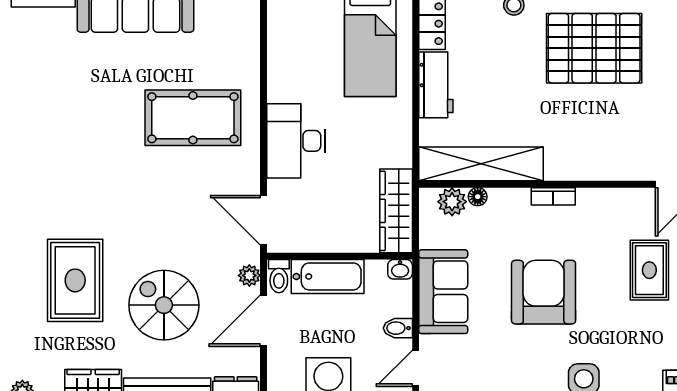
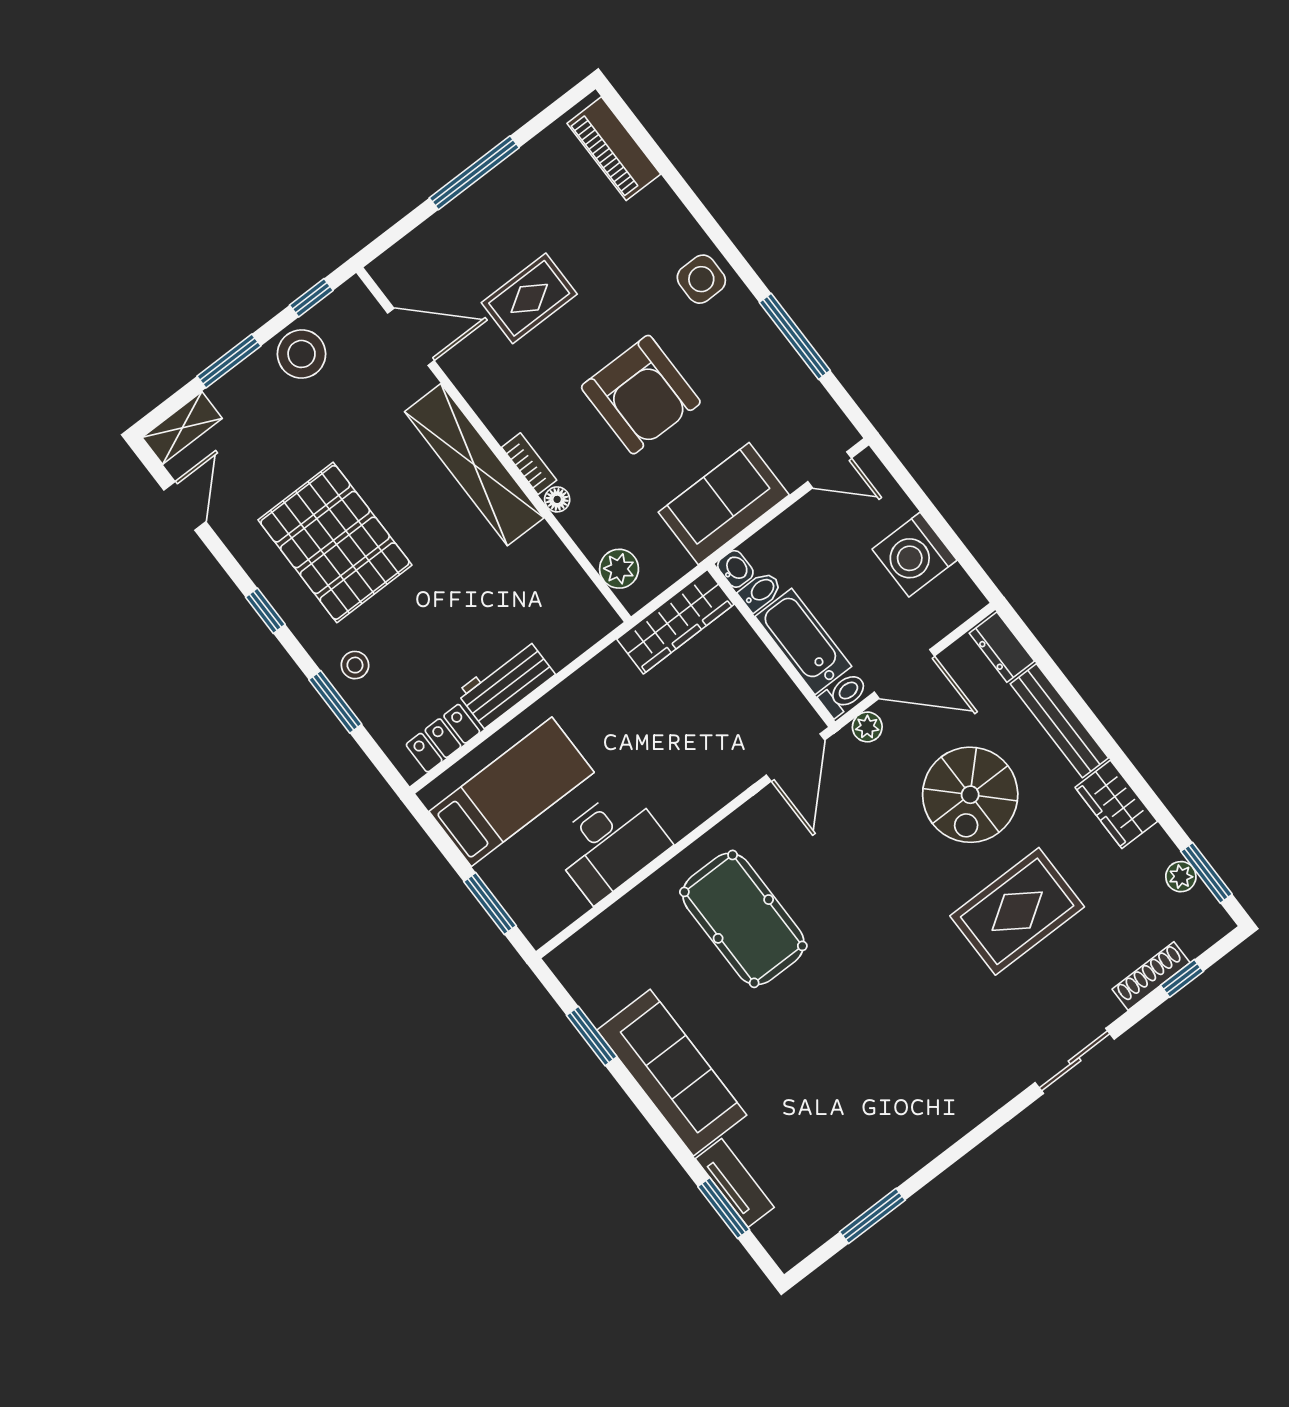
desk: (296, 141) -> (610, 844), moved
shelving: (481, 164) -> (474, 465), moved
floor lamp: (478, 197) -> (557, 499), moved
armchair: (544, 292) -> (641, 395), turned -90
bidet: (398, 328) -> (760, 591), moved, turned -90

